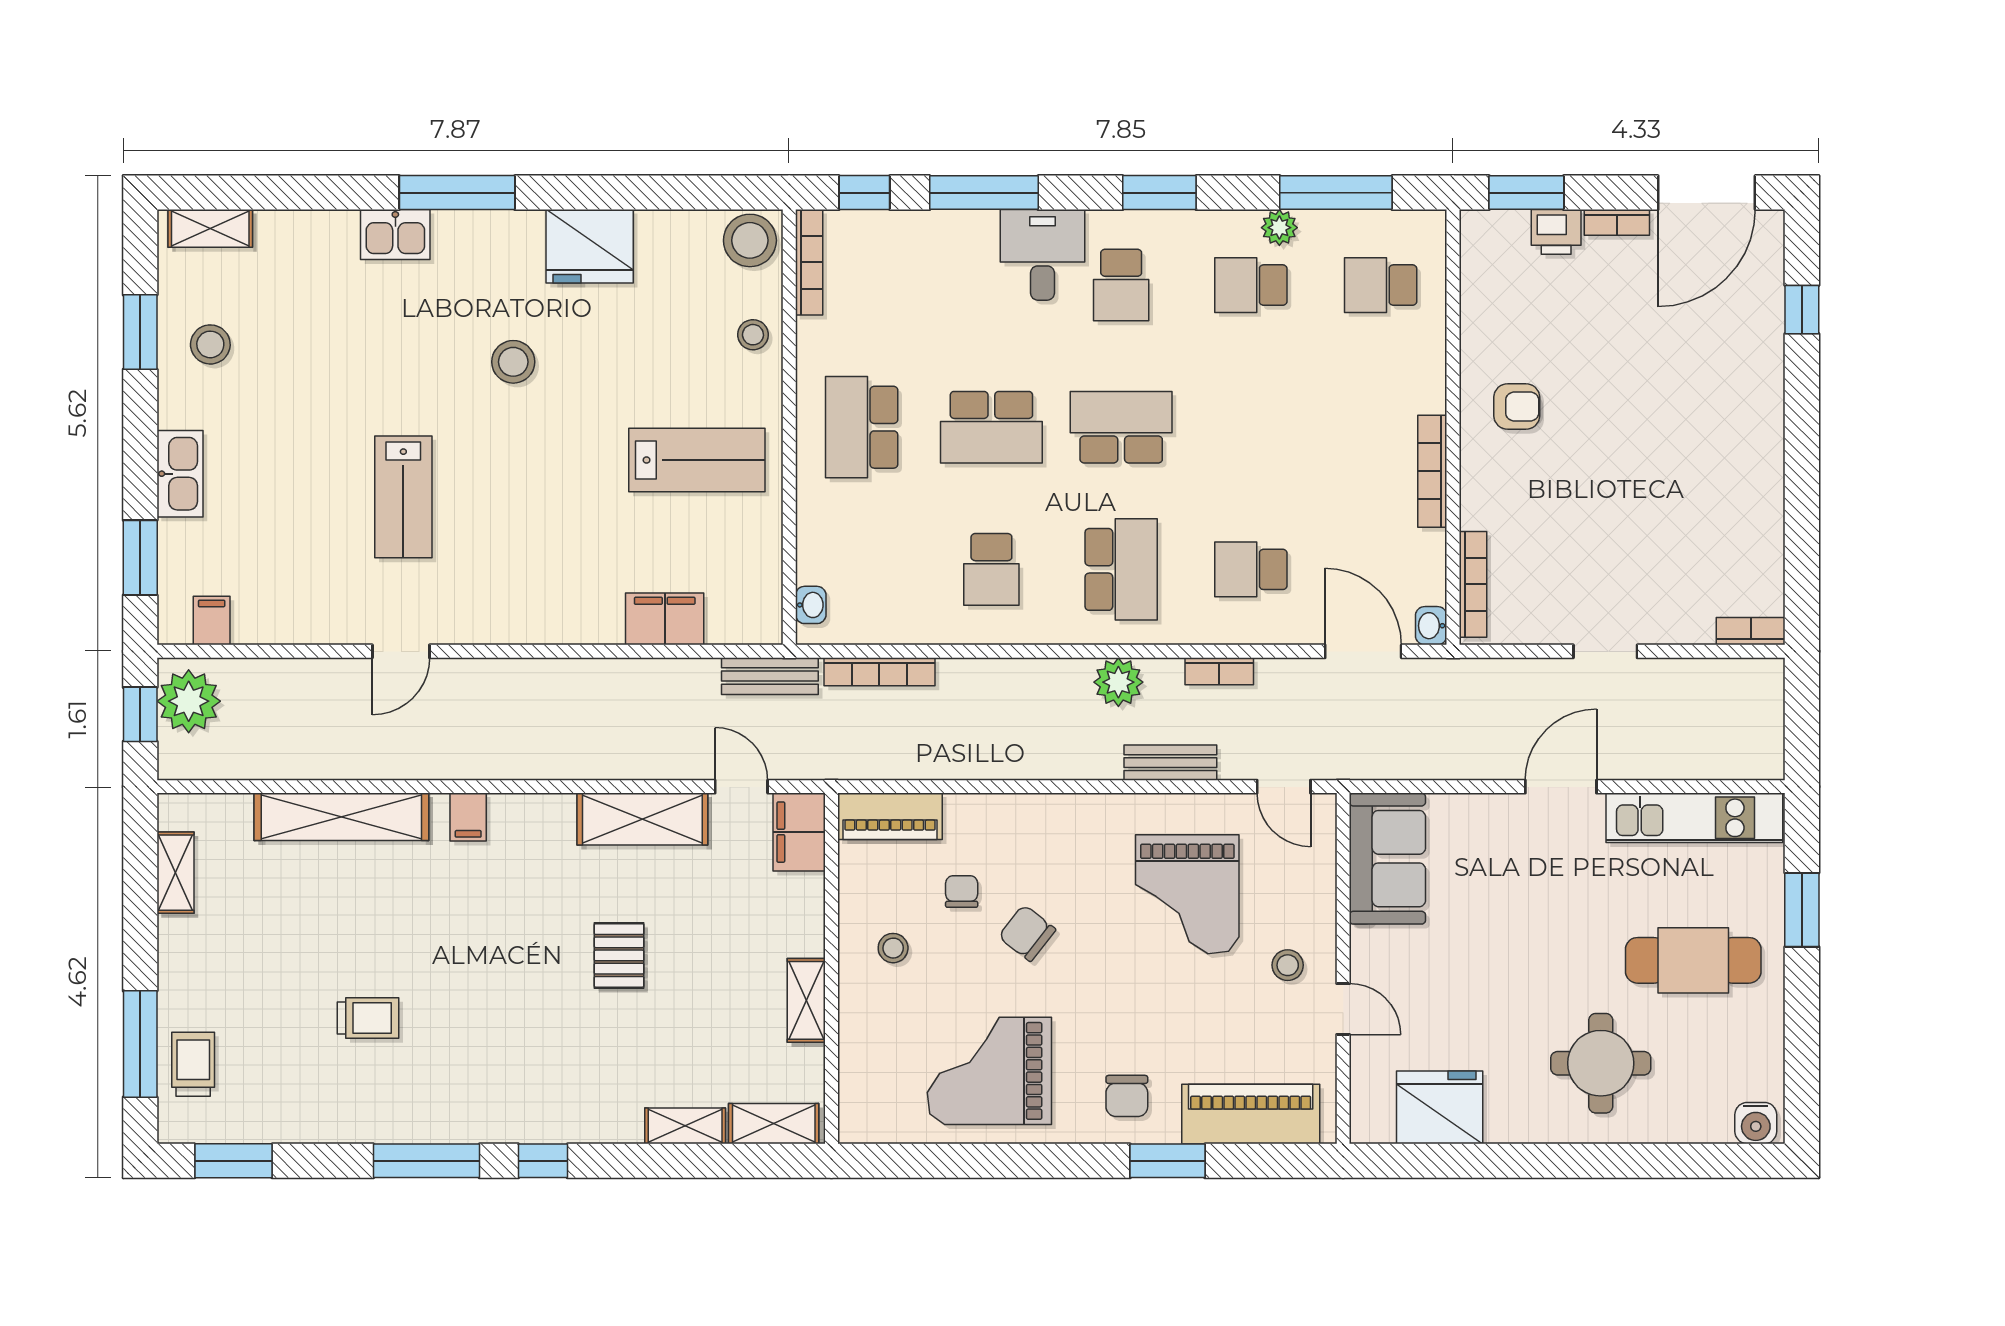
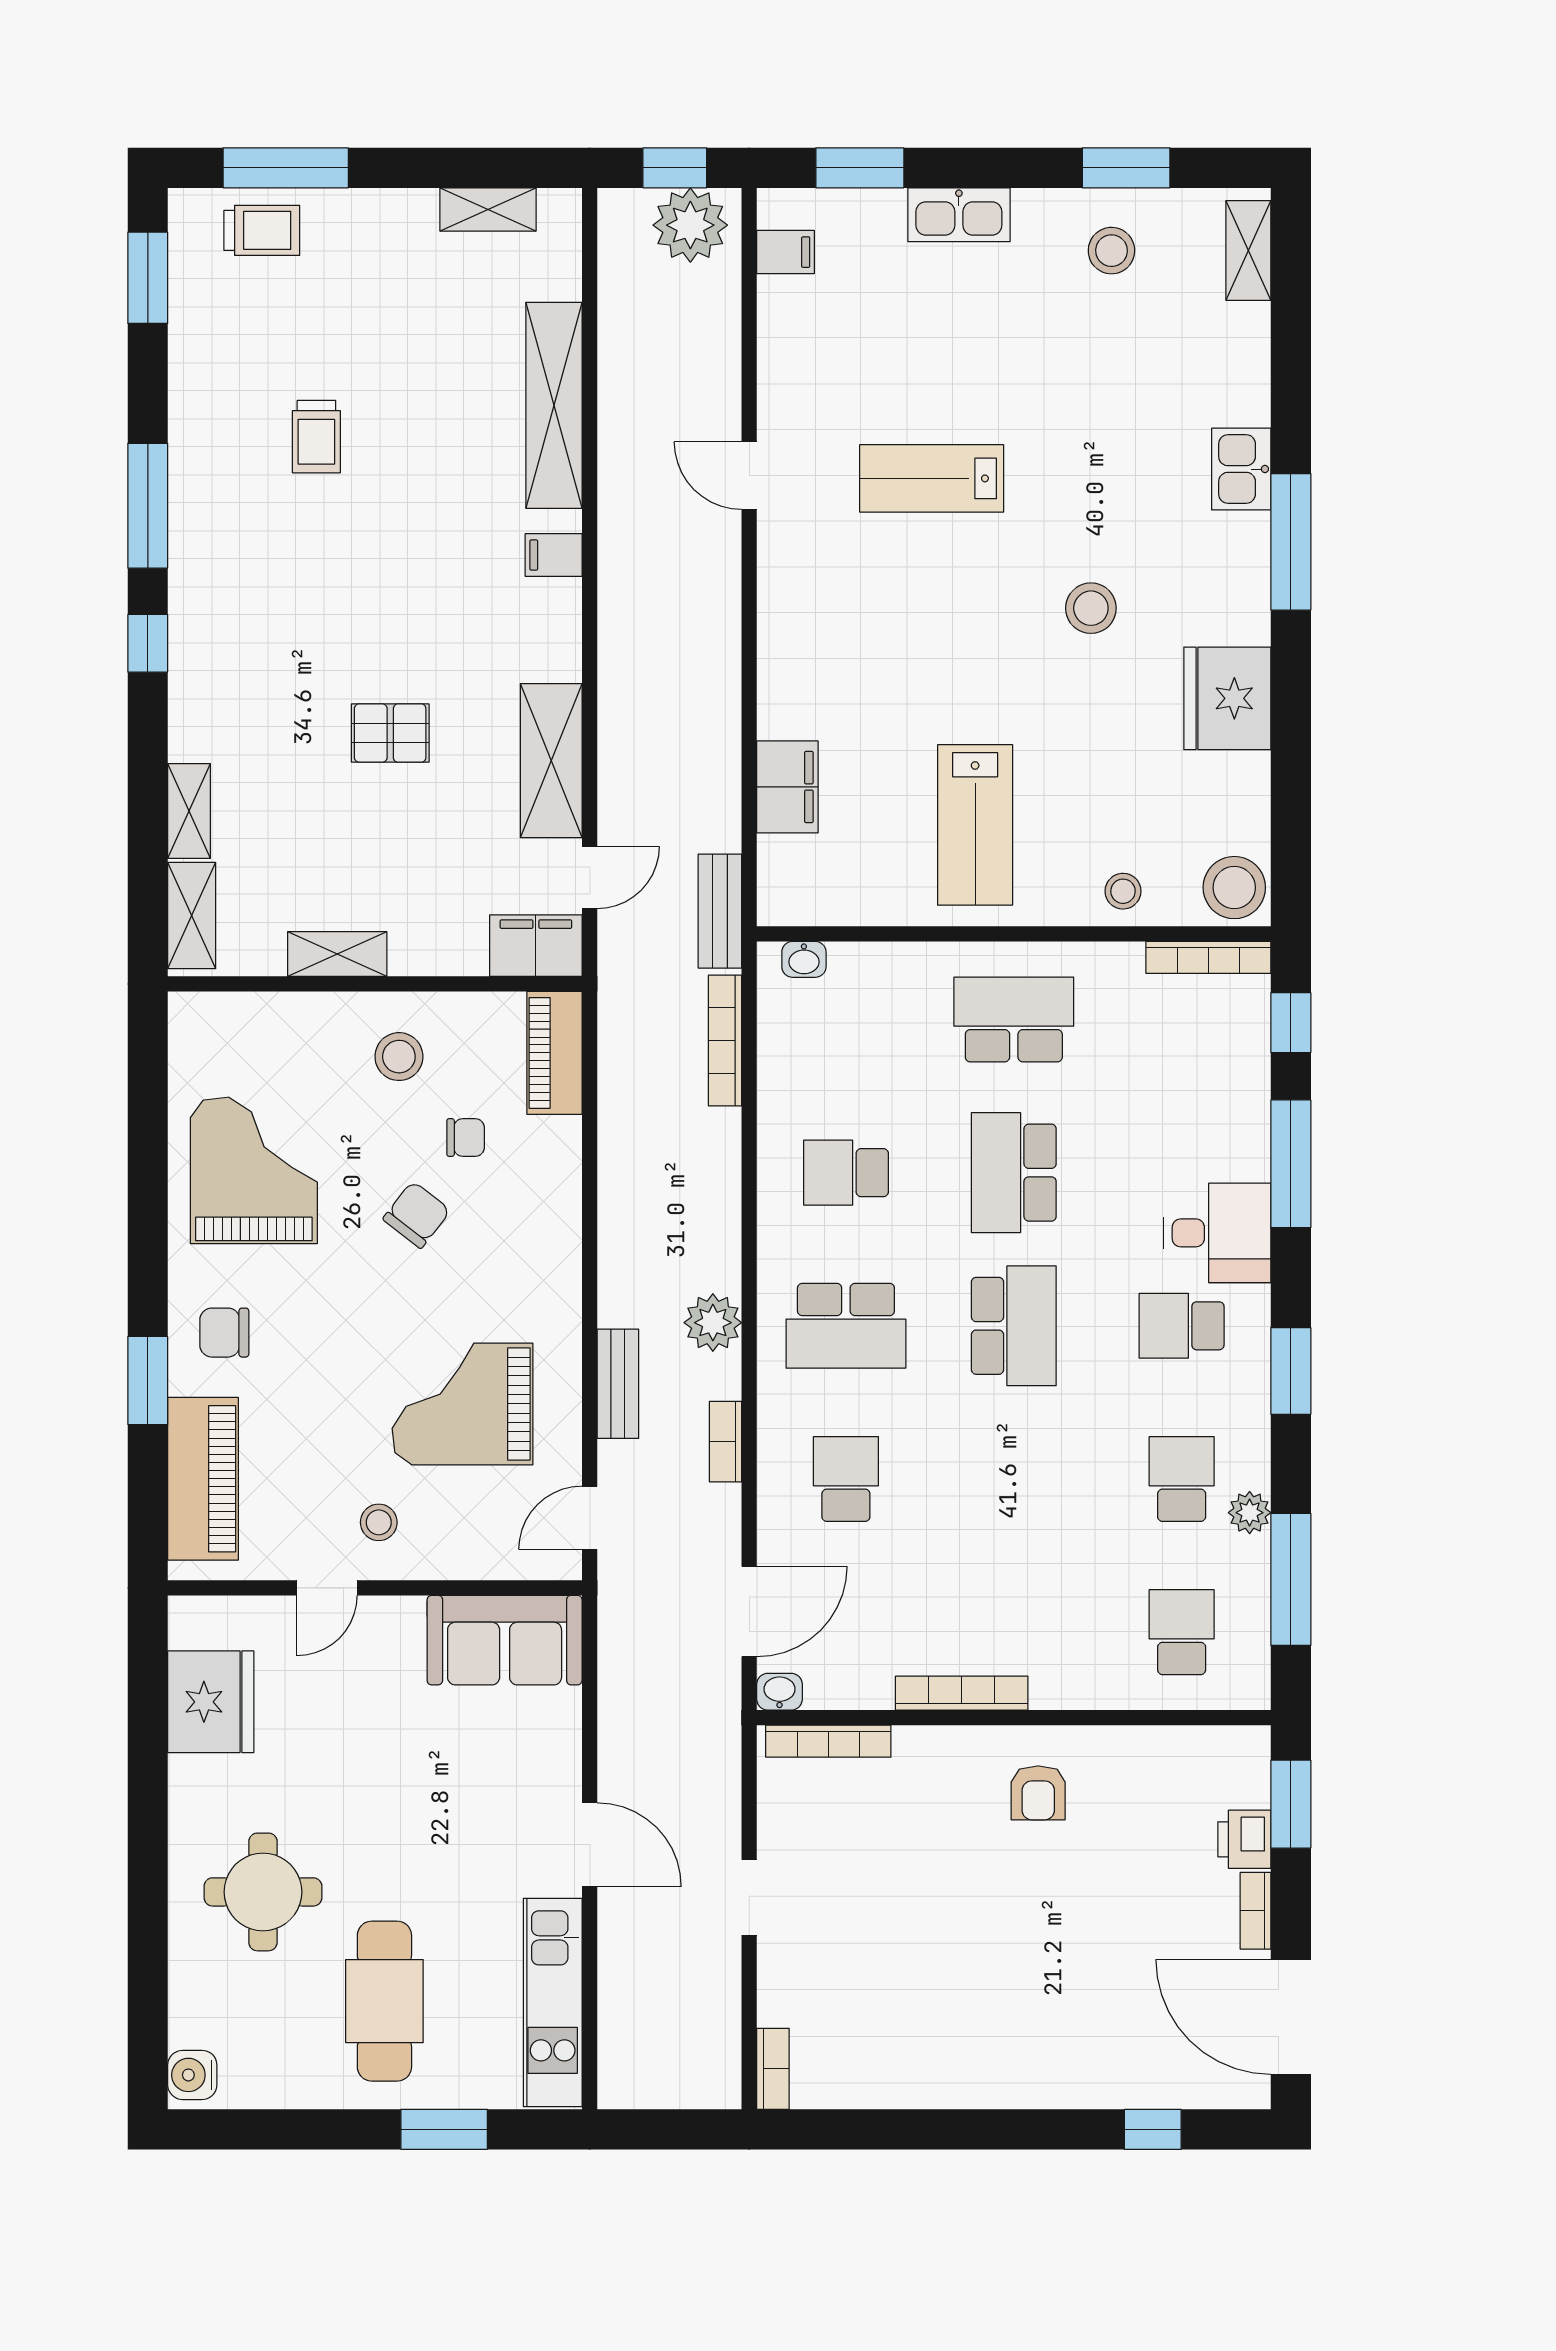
stool: (893, 948) -> (399, 1057), width x1.37, depth x1.37

